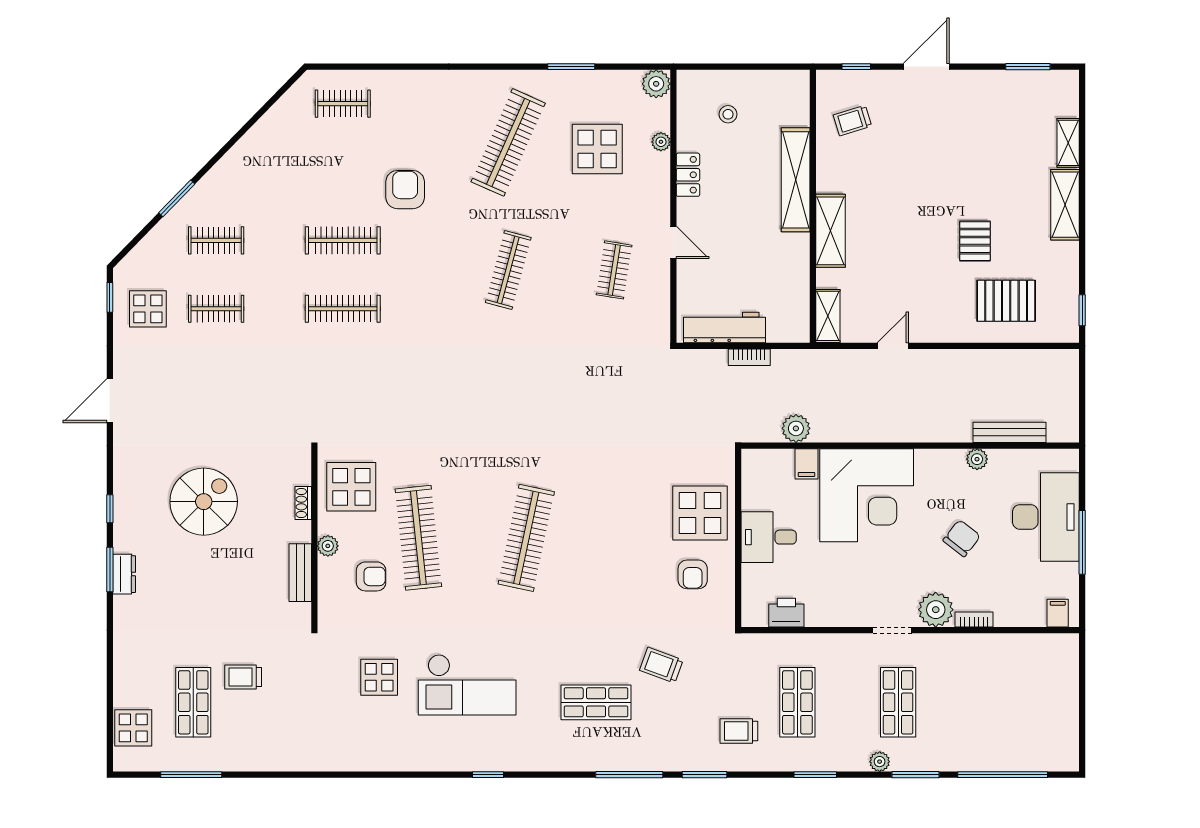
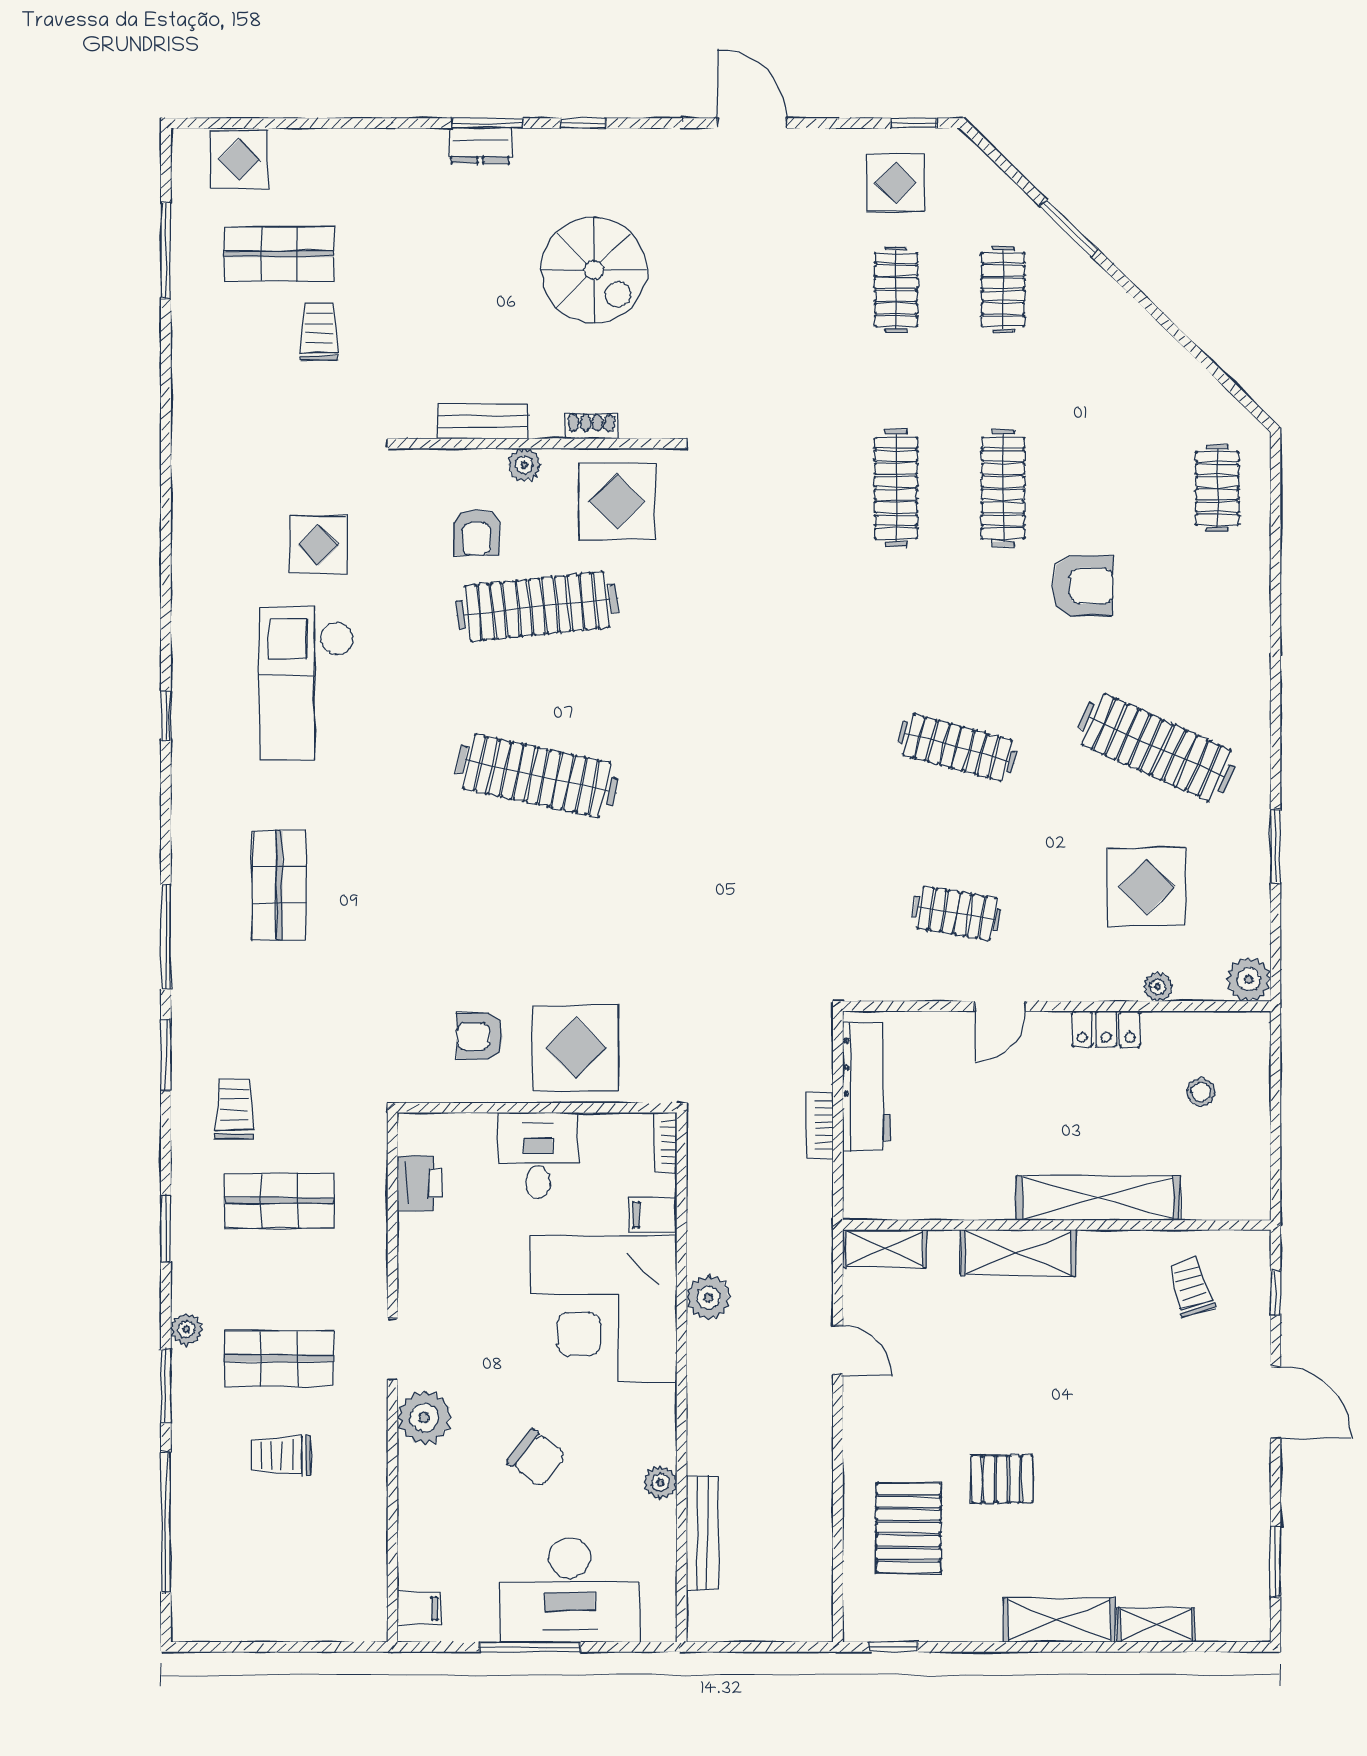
plant: (796, 428) -> (708, 1298), moved
bookcase: (974, 619) -> (665, 1142), moved, turned 180
trolley: (661, 665) -> (281, 1455), moved, turned -110

